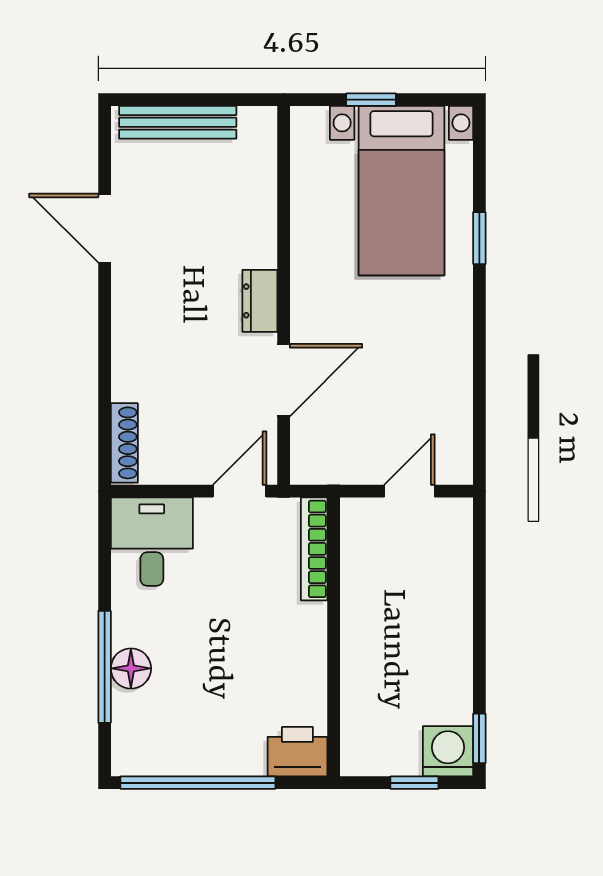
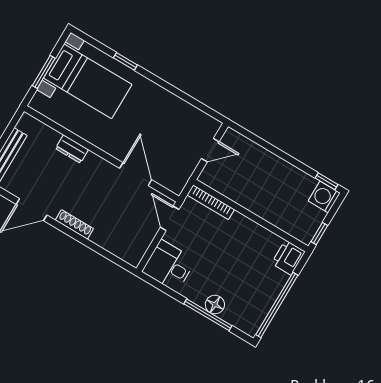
window: (371, 100) -> (44, 72), width x1.50
dresser: (260, 301) -> (72, 149), moved
shoe rack: (124, 443) -> (74, 224), moved
door: (409, 491) -> (210, 150), swing flipped
window: (414, 783) -> (319, 234), moved

